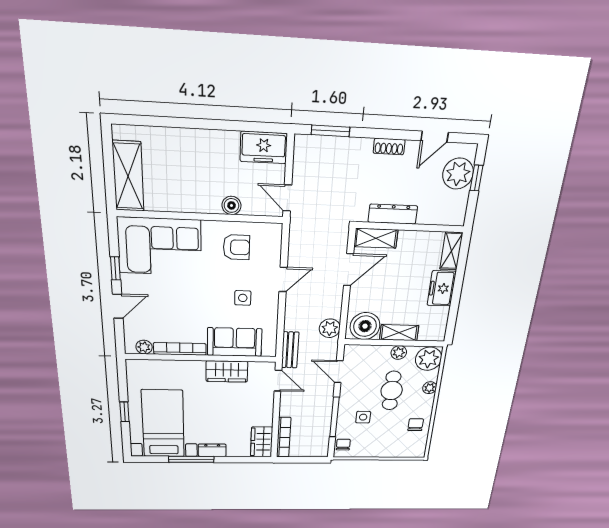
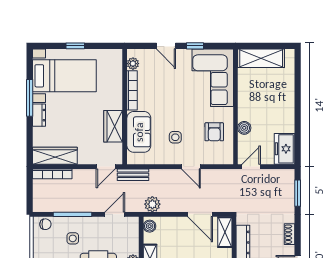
boiler: (365, 326) -> (150, 226), width x0.54, depth x0.54
wardrobe: (262, 442) -> (55, 156), width x1.50

